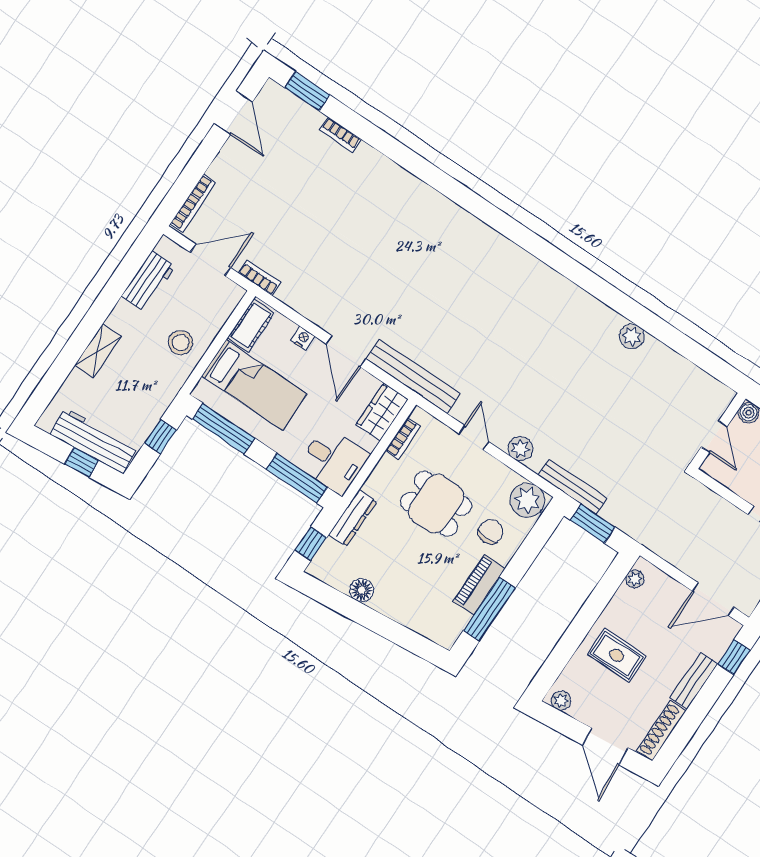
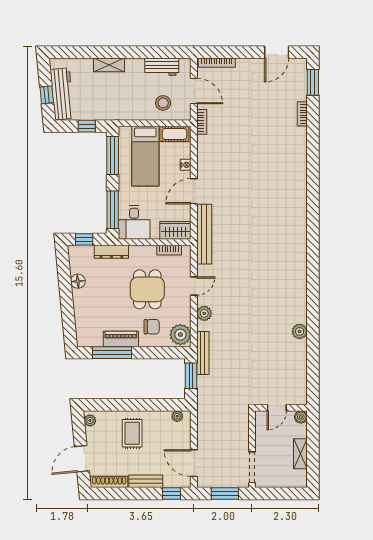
stool: (181, 343) -> (163, 103), moved

